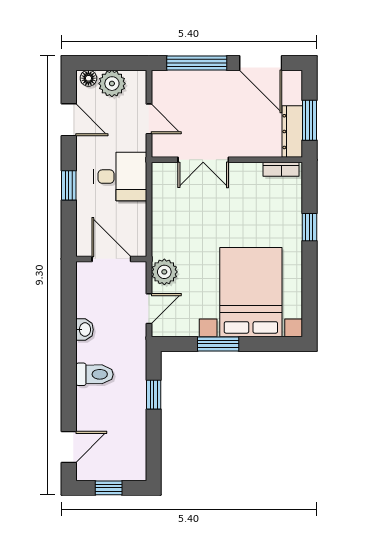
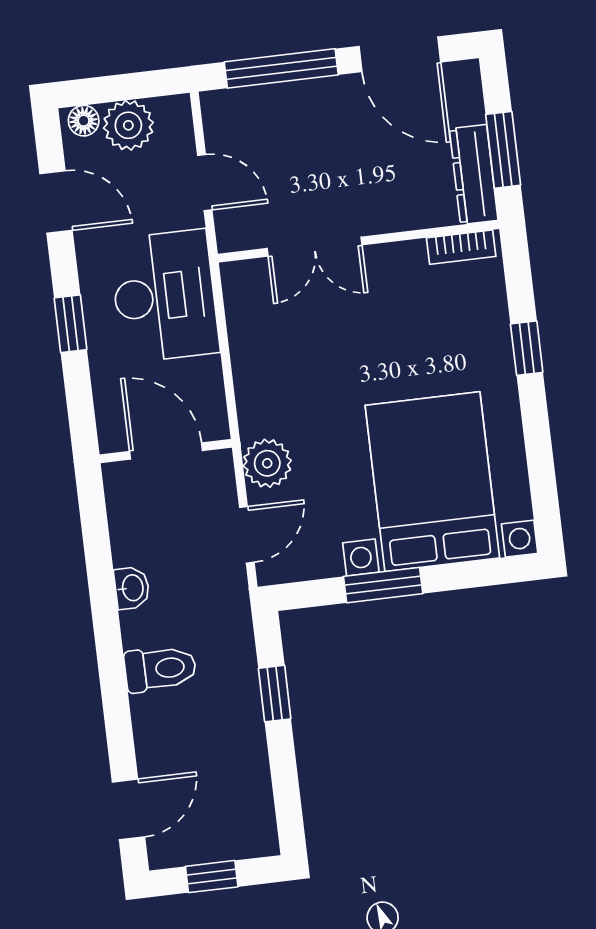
desk: (120, 177) -> (164, 296), width x1.37

